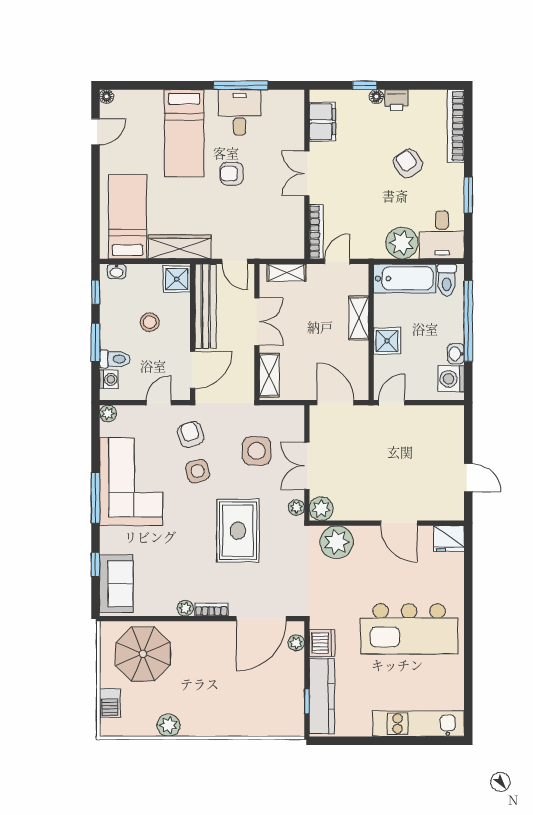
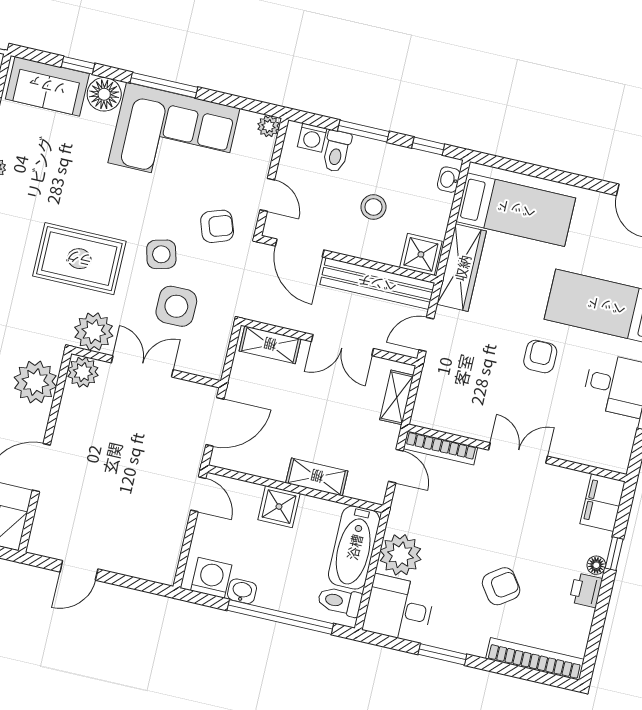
filing cabinet: (322, 122) -> (603, 503), moved, turned 90
side table: (198, 471) -> (161, 254), moved
plant: (296, 508) -> (94, 332), width x1.87, depth x1.87
floor lamp: (112, 540) -> (104, 94), added

